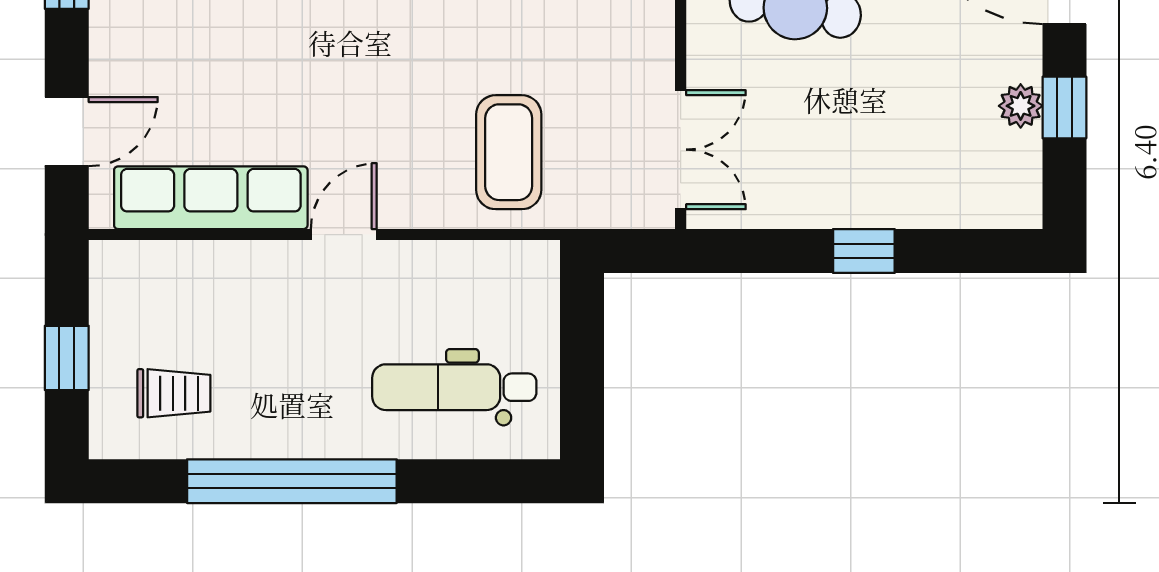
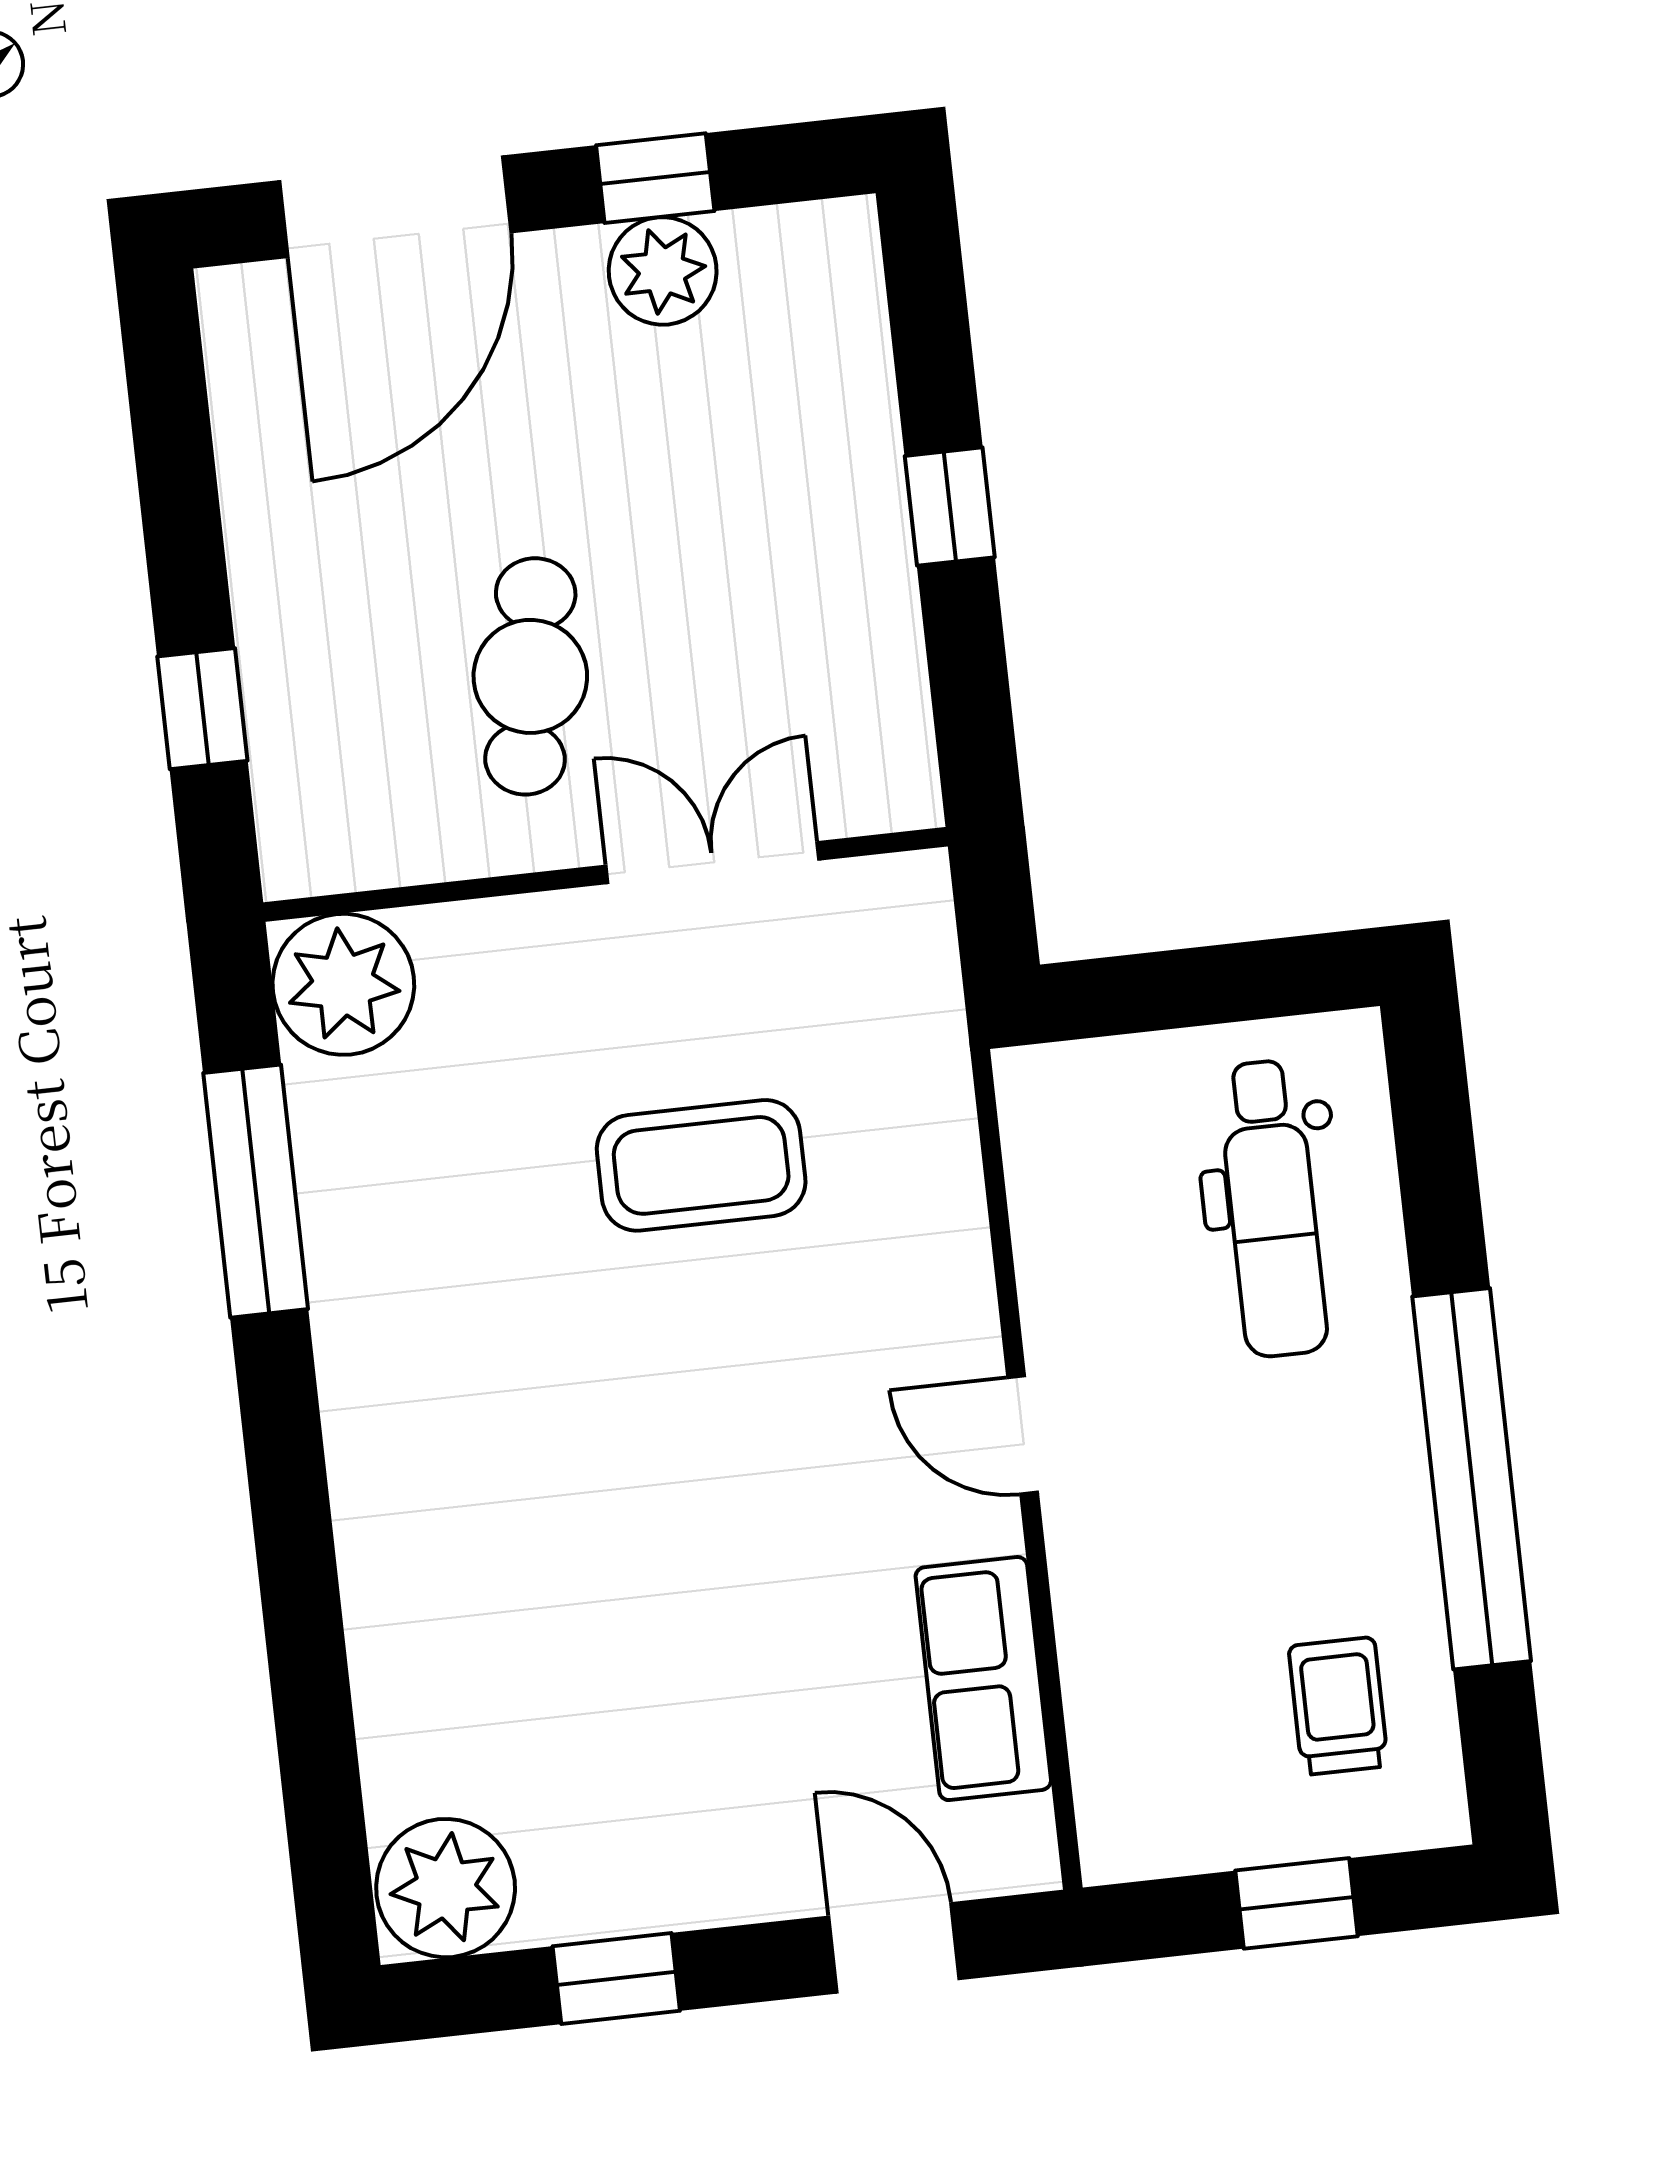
plant: (1021, 106) -> (663, 271), width x1.38, depth x1.38
double door: (681, 150) -> (712, 863), moved
coffee table: (509, 152) -> (701, 1165), moved
row of seats: (211, 198) -> (983, 1679), width x0.68

